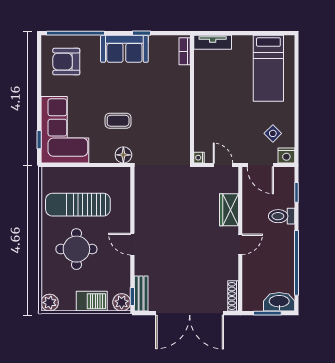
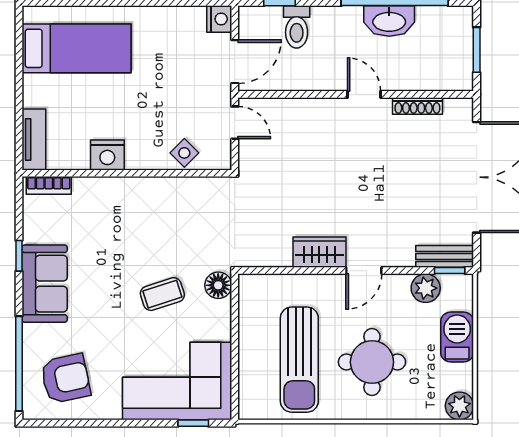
armchair: (66, 62) -> (66, 379), turned -102
coffee table: (118, 121) -> (162, 294), turned 72
side table: (273, 133) -> (184, 153), moved
nightstand: (199, 158) -> (107, 155), moved, width x1.89, depth x1.79
door: (223, 165) -> (235, 123), swing flipped
wardrobe: (229, 210) -> (319, 252), moved, turned 180
toilet: (282, 216) -> (297, 27), moved
shoe rack: (233, 296) -> (417, 106), moved
plant: (122, 302) -> (426, 288), moved
washbasin: (279, 302) -> (389, 21), moved, turned -90

